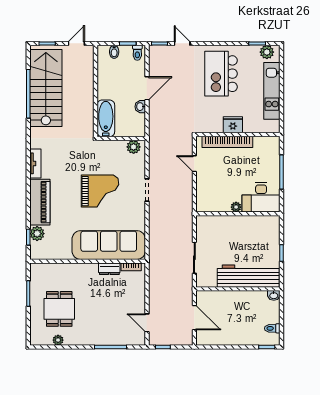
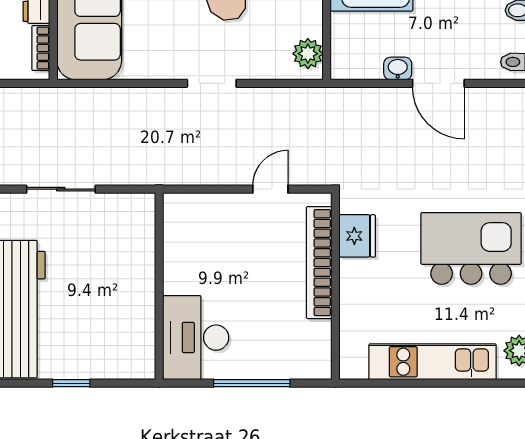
fridge: (233, 125) -> (357, 236), moved
plant: (236, 207) -> (174, 282), removed

